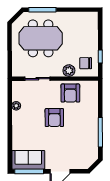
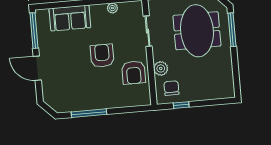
armchair: (70, 93) -> (134, 73), turned -90
armchair: (54, 118) -> (102, 56), turned 90
sofa: (28, 160) -> (70, 18), moved, turned 90

